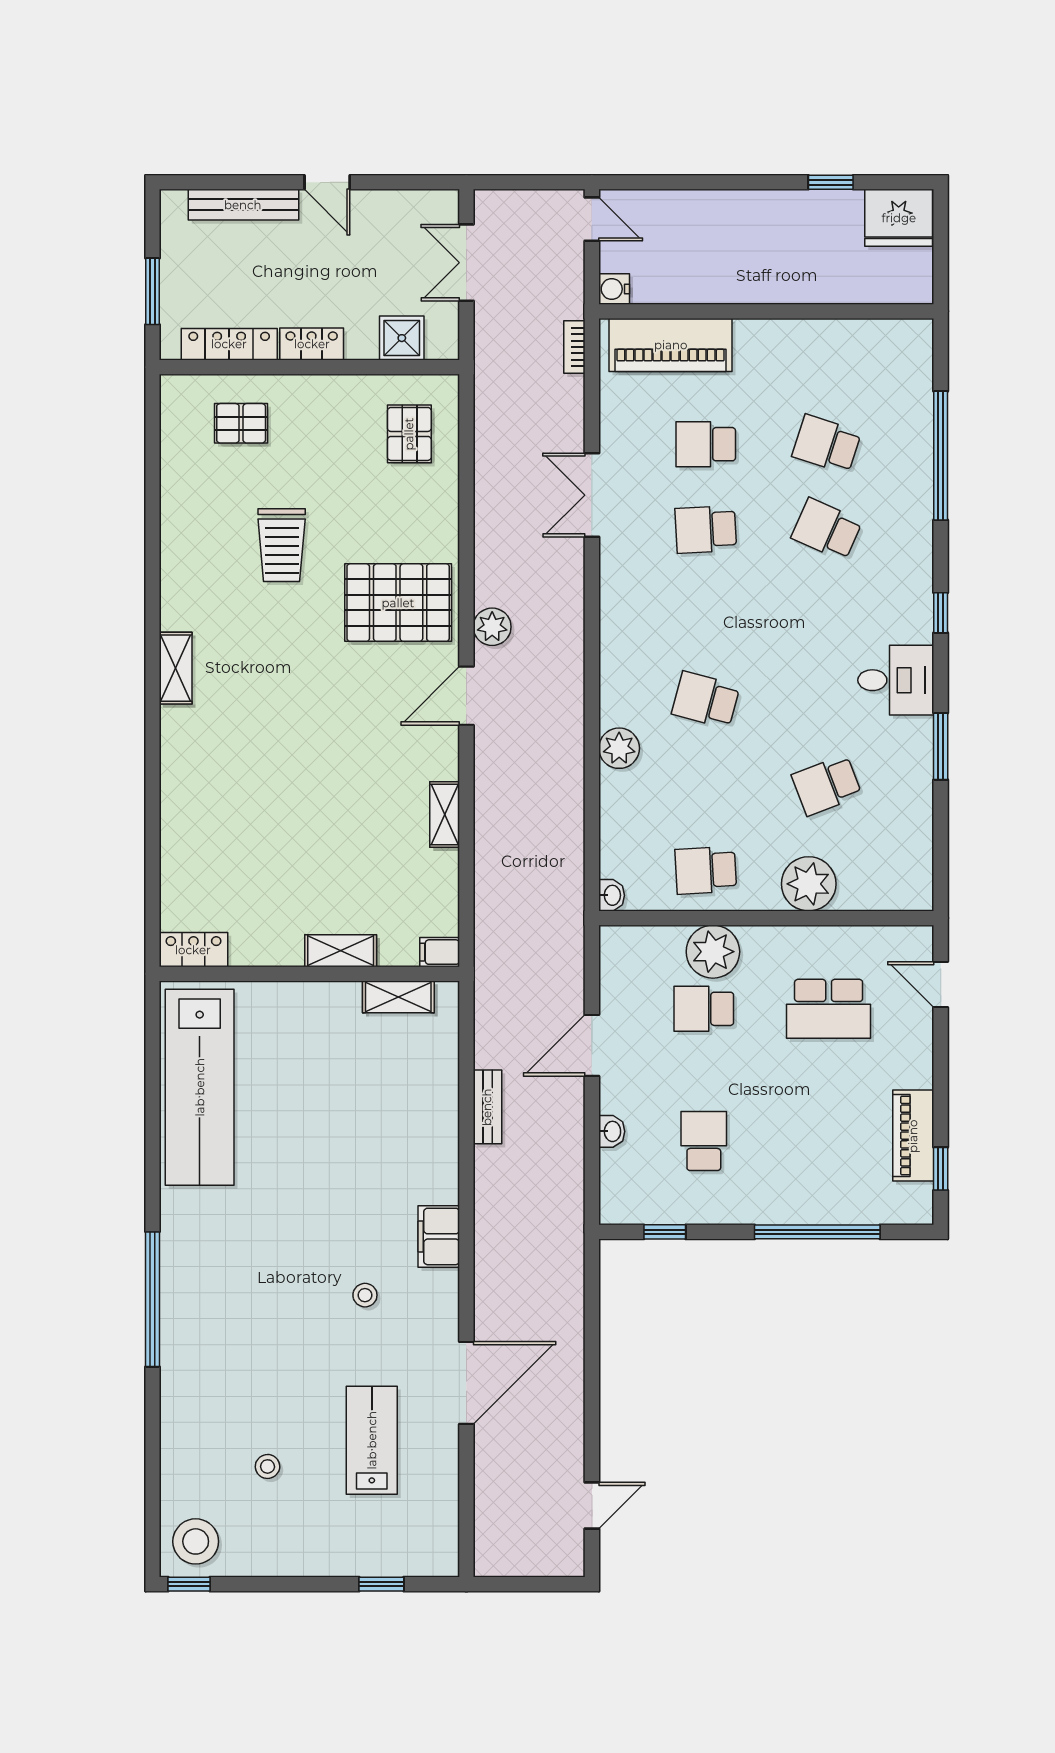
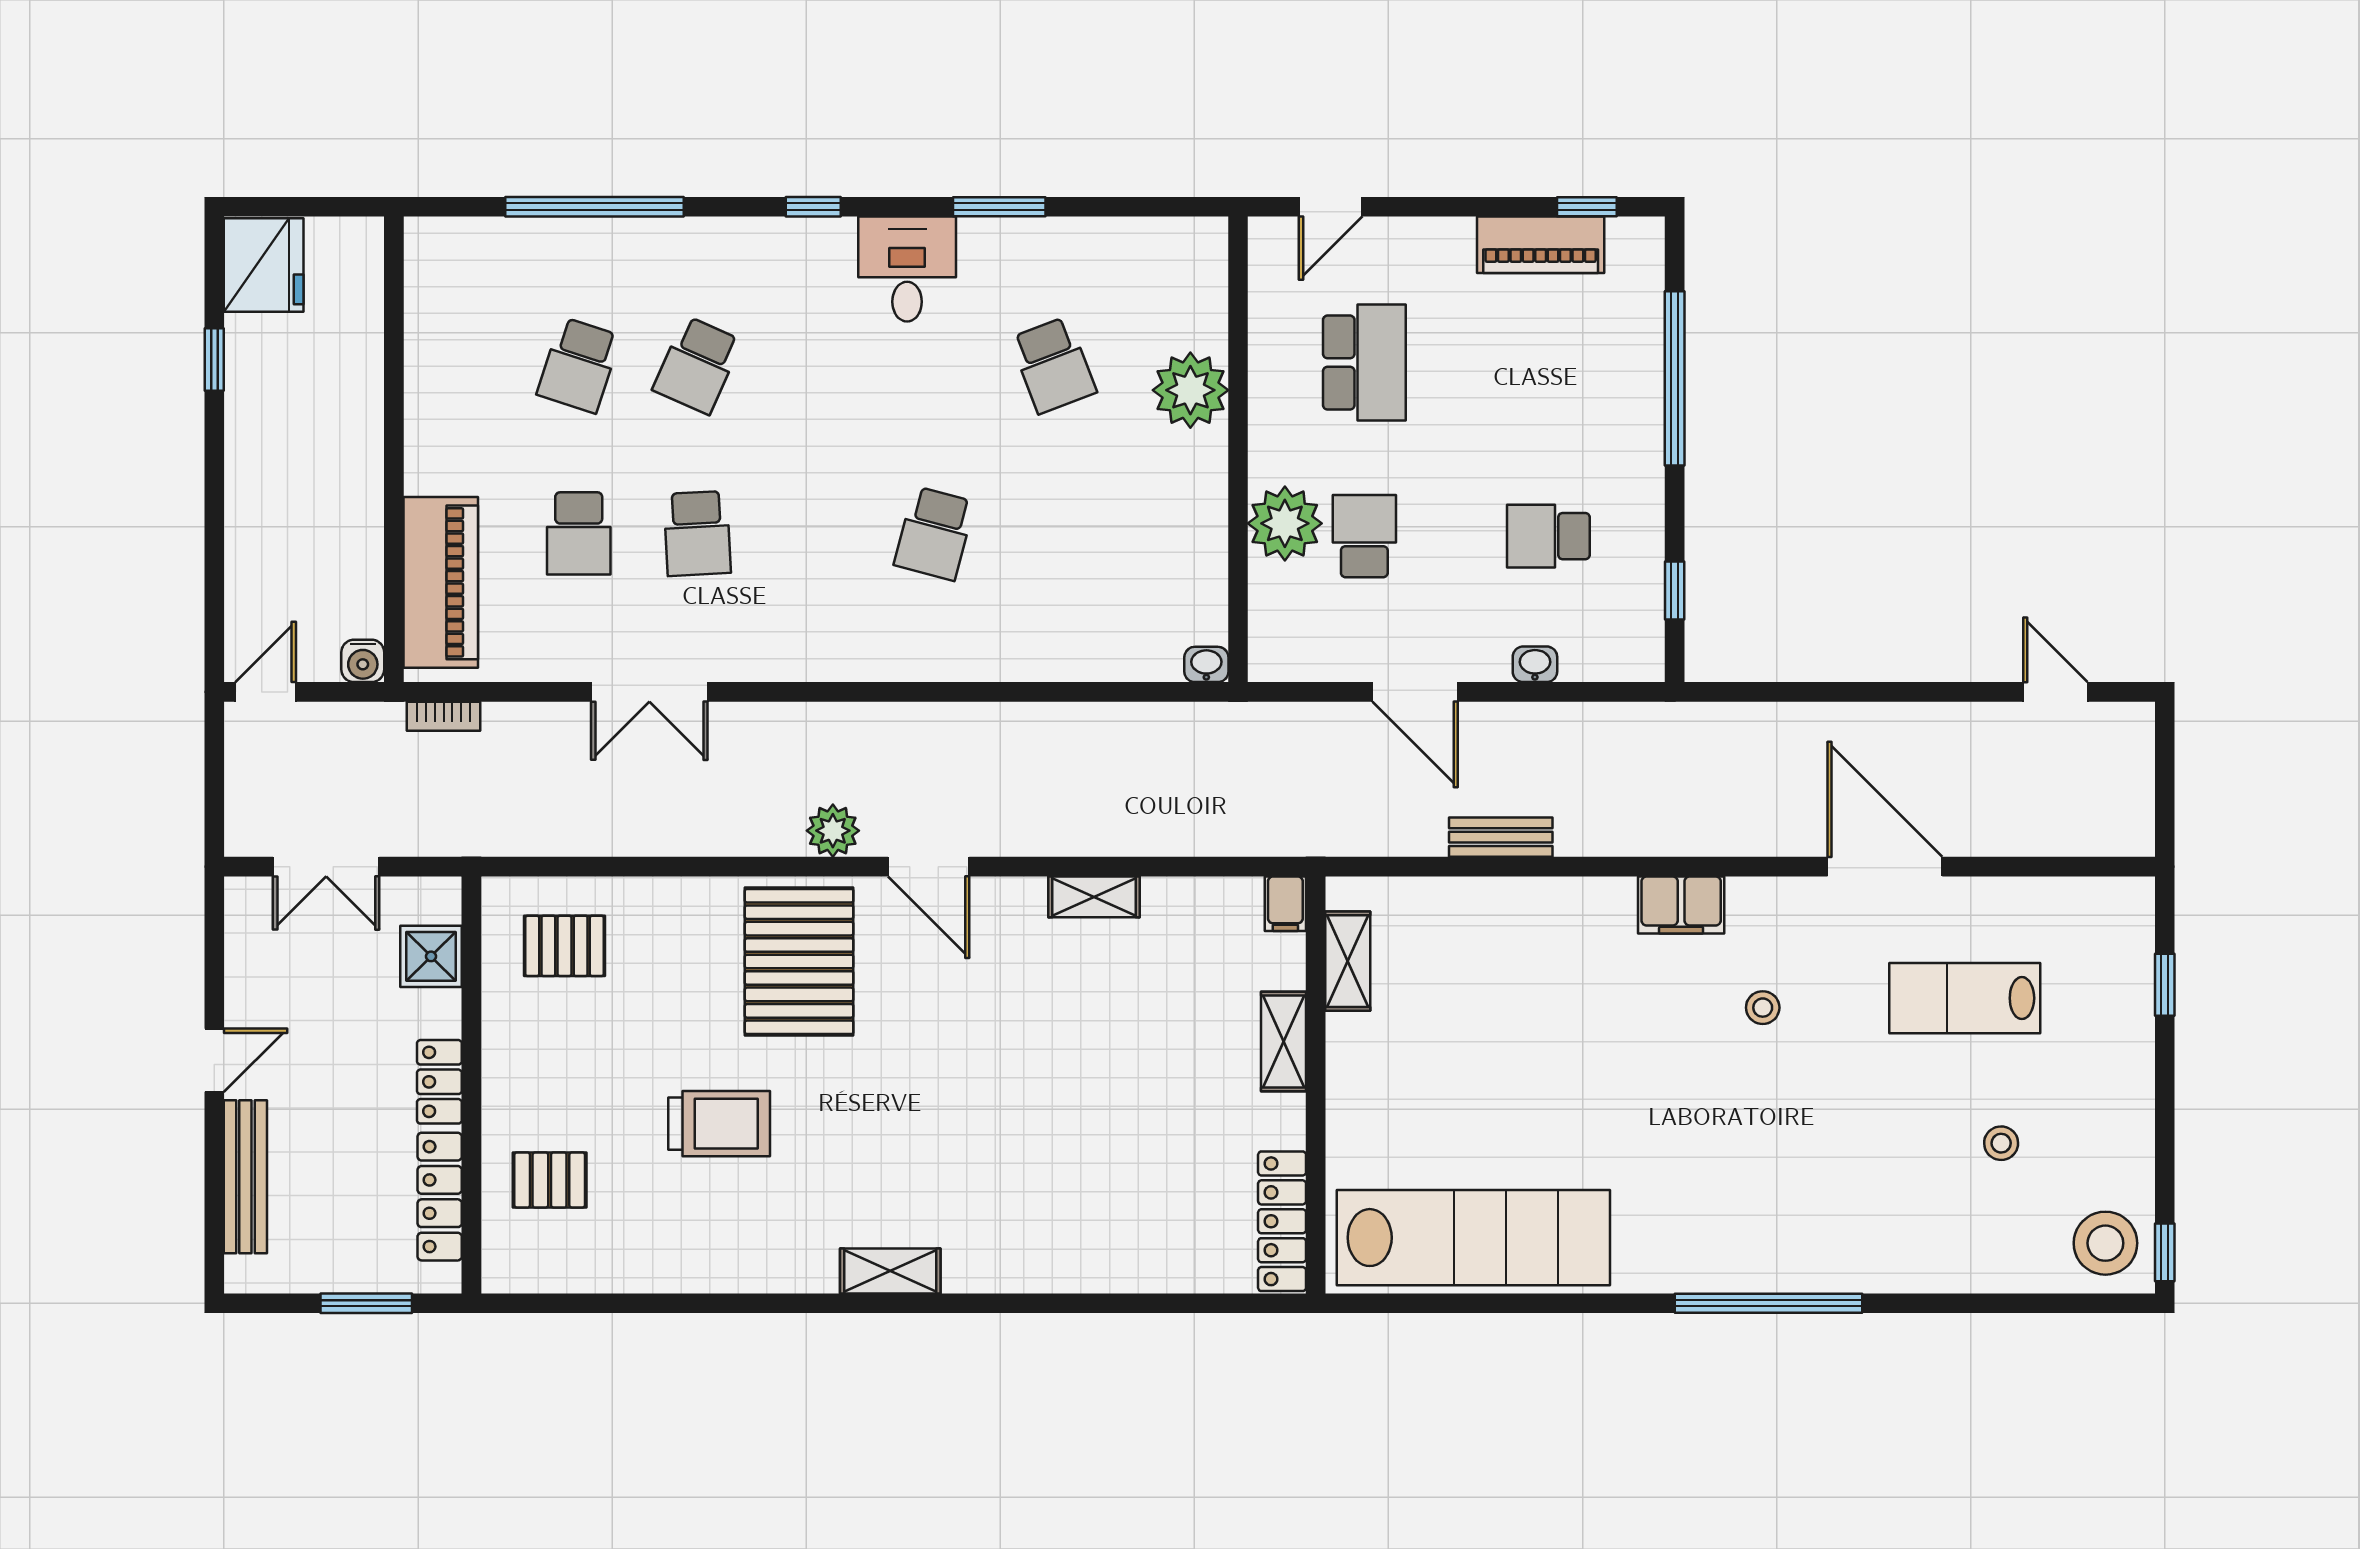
pallet: (241, 423) -> (550, 1180), turned 90
plant: (619, 748) -> (1002, 654), removed
school desk: (706, 870) -> (1172, 533), removed
locker: (193, 950) -> (1282, 1221), width x1.53
school desk: (704, 1009) -> (1364, 536), turned 180

